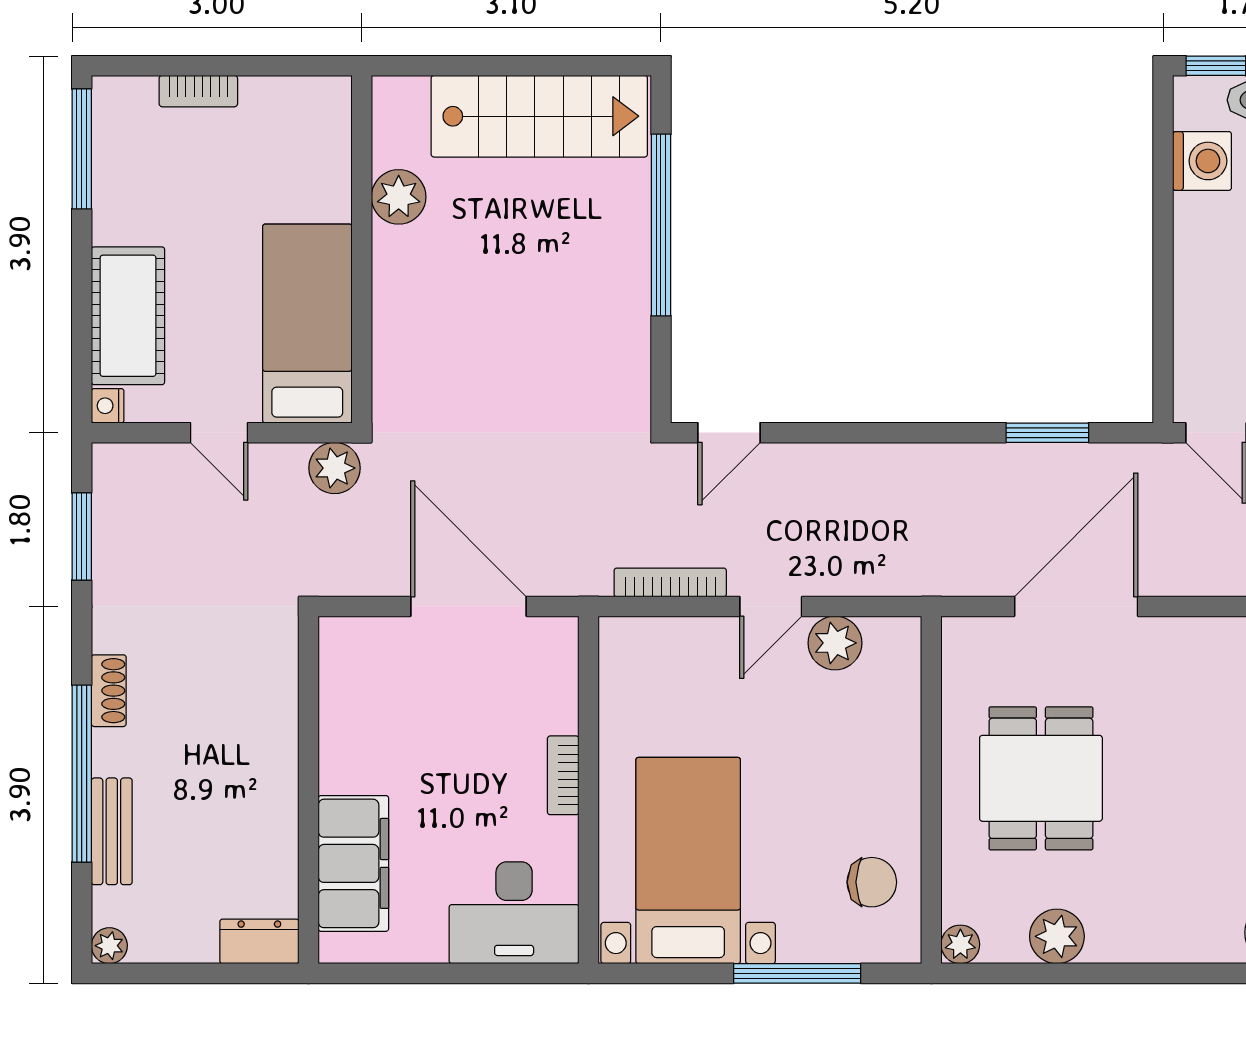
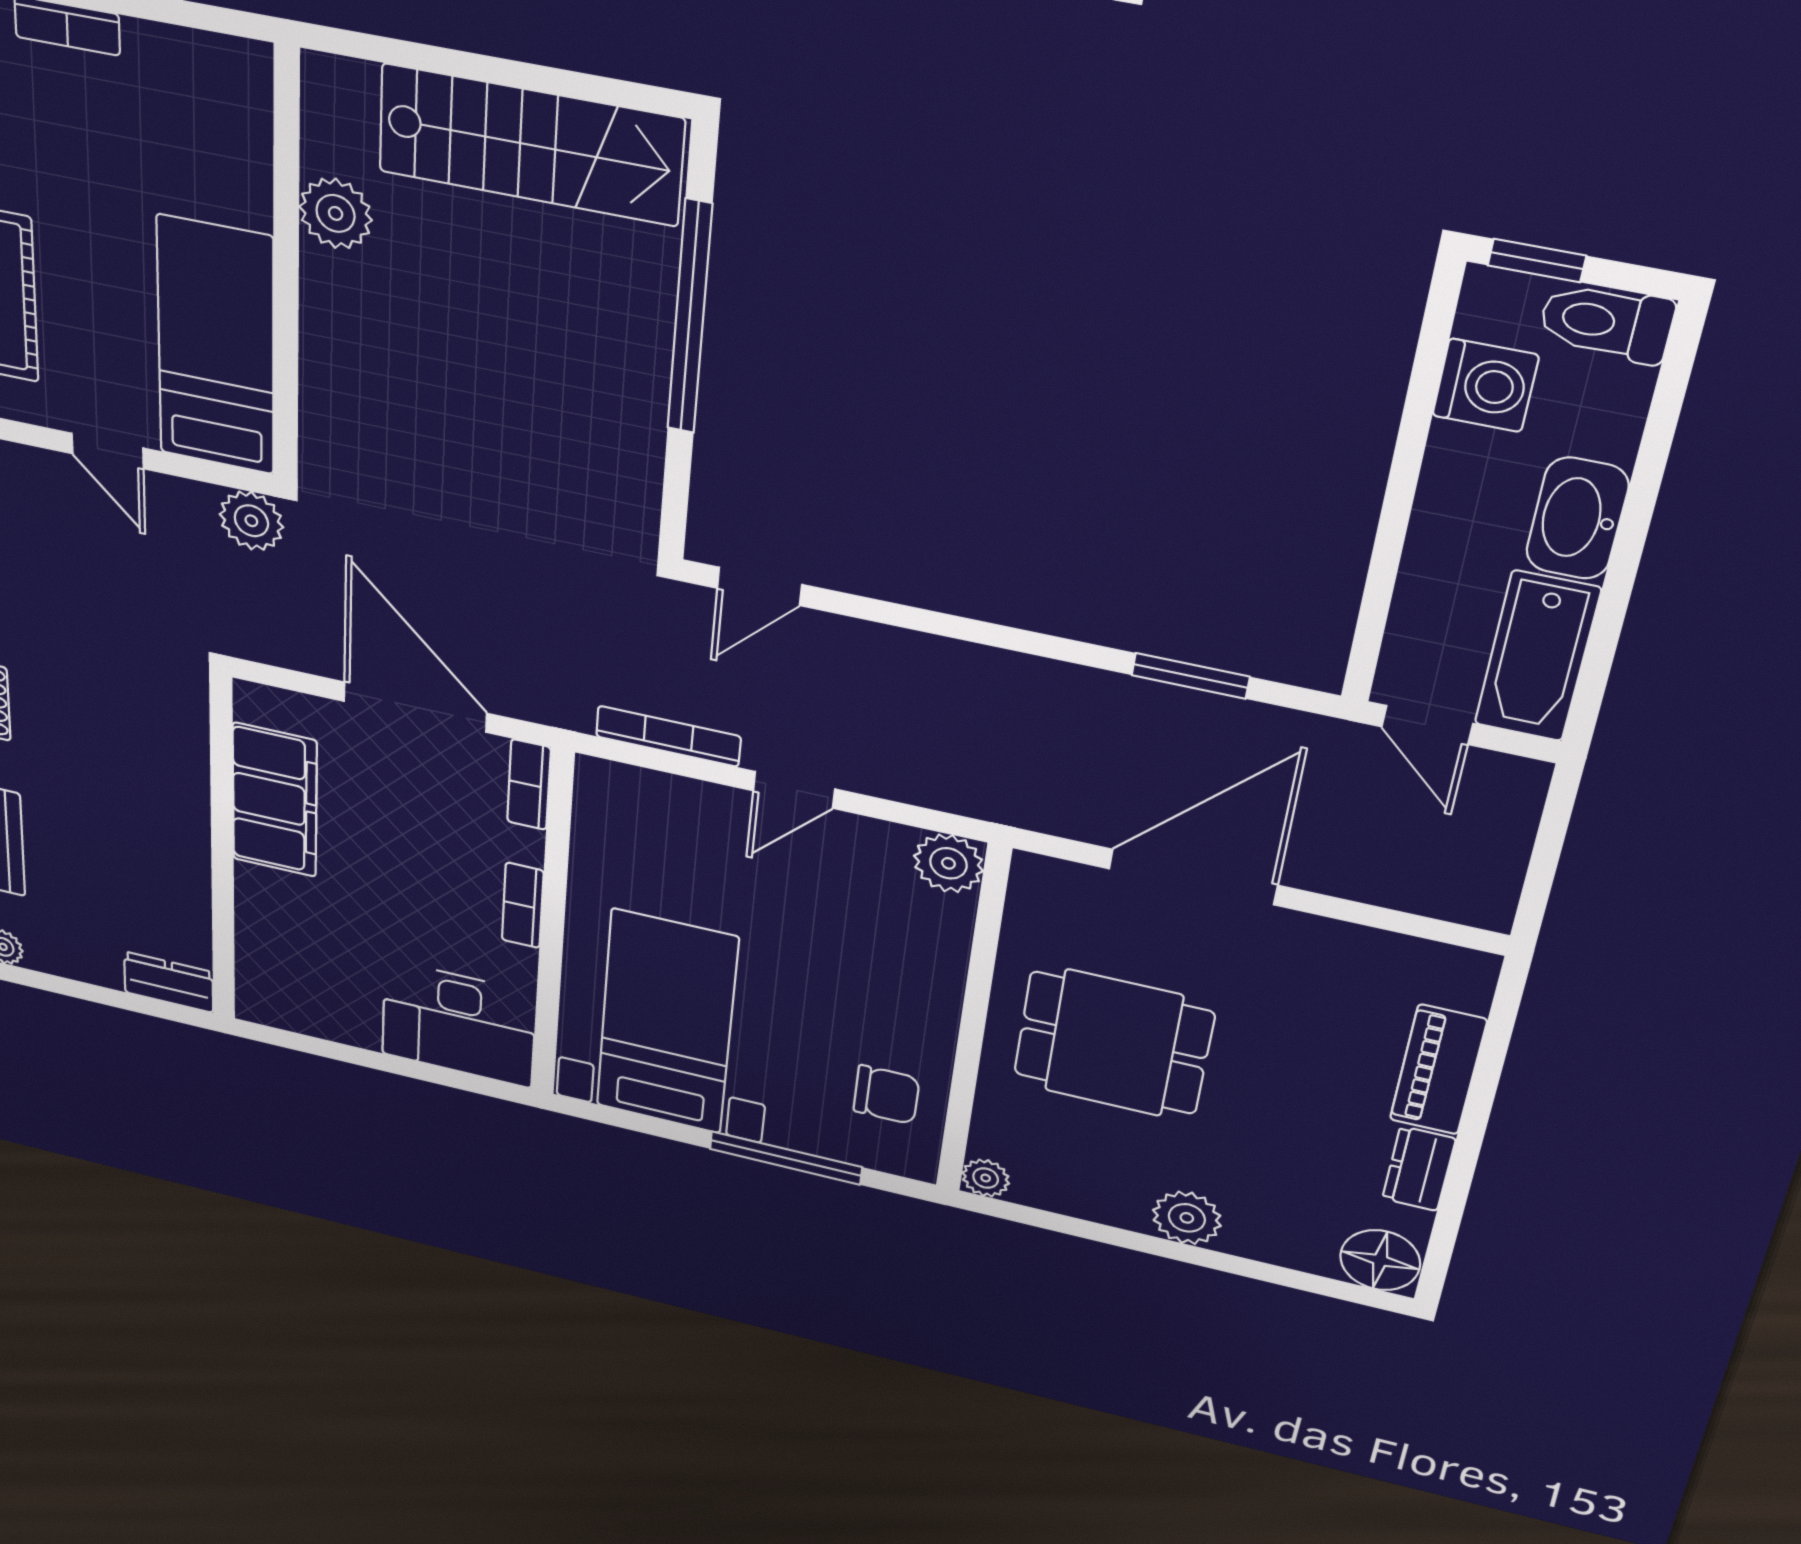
plant: (835, 643) -> (948, 863), moved
bookcase: (563, 656) -> (529, 785), added
dining table: (1041, 778) -> (1114, 1043), turned 90
filing cabinet: (353, 863) -> (275, 800), moved
plant: (1057, 936) -> (1187, 1218), moved

